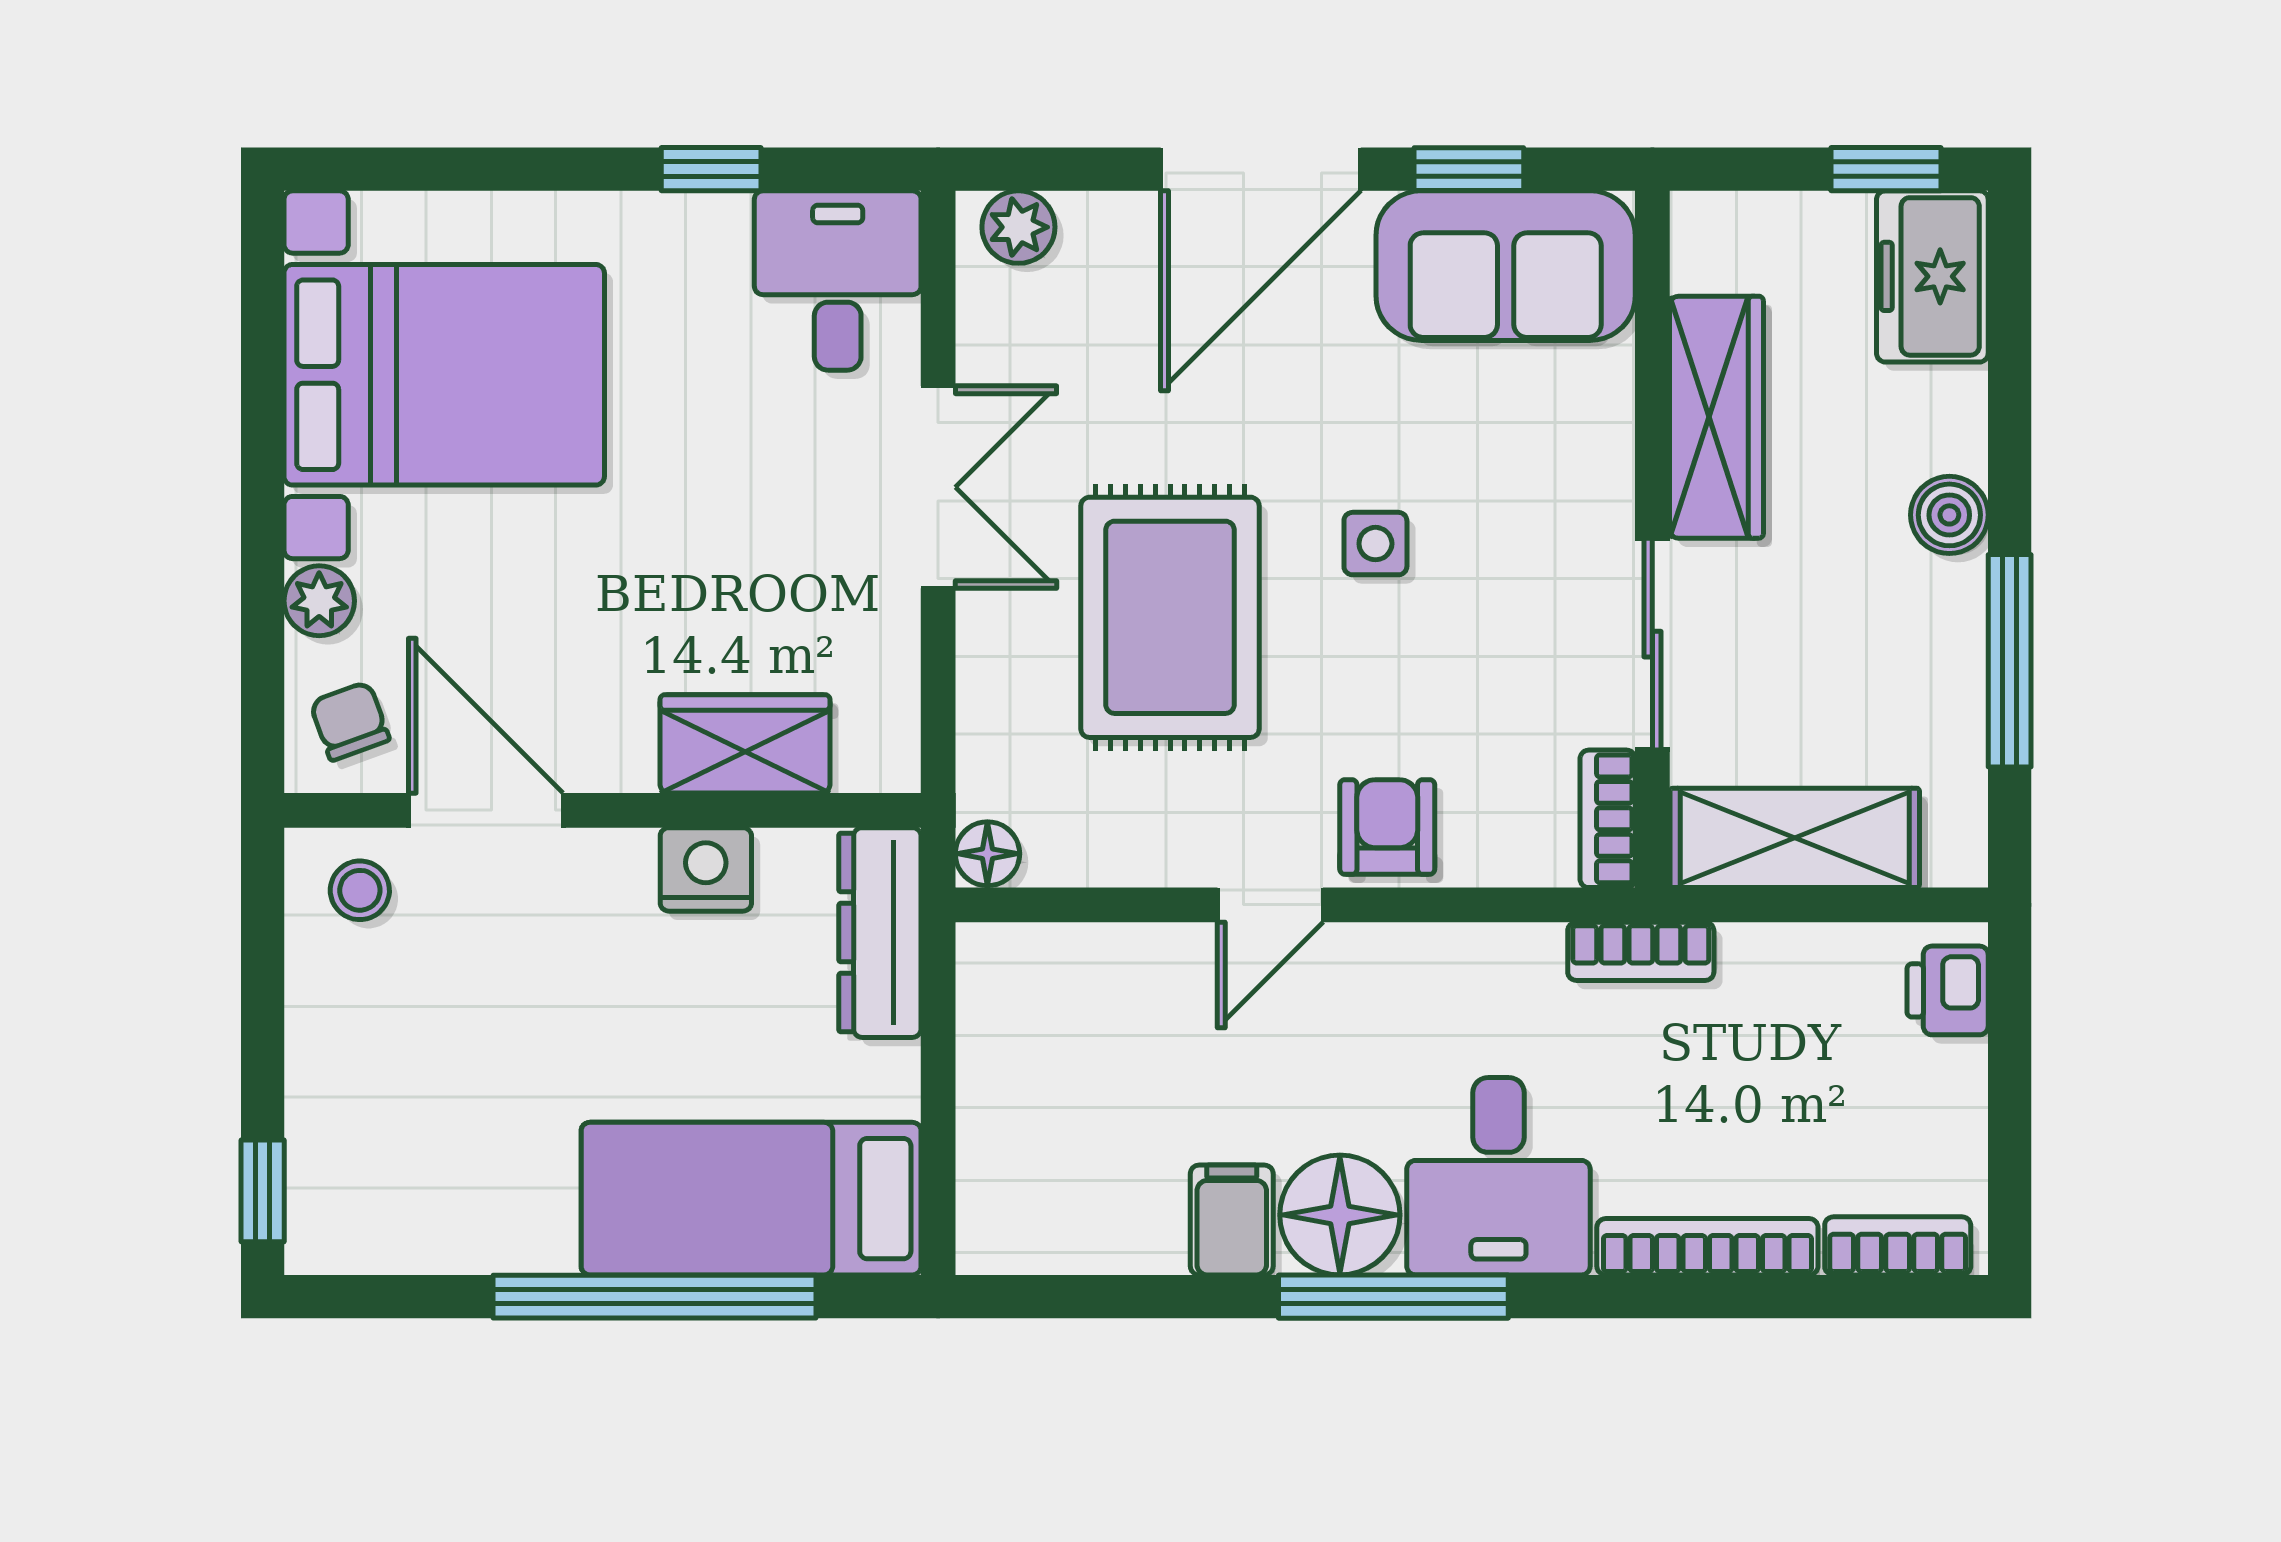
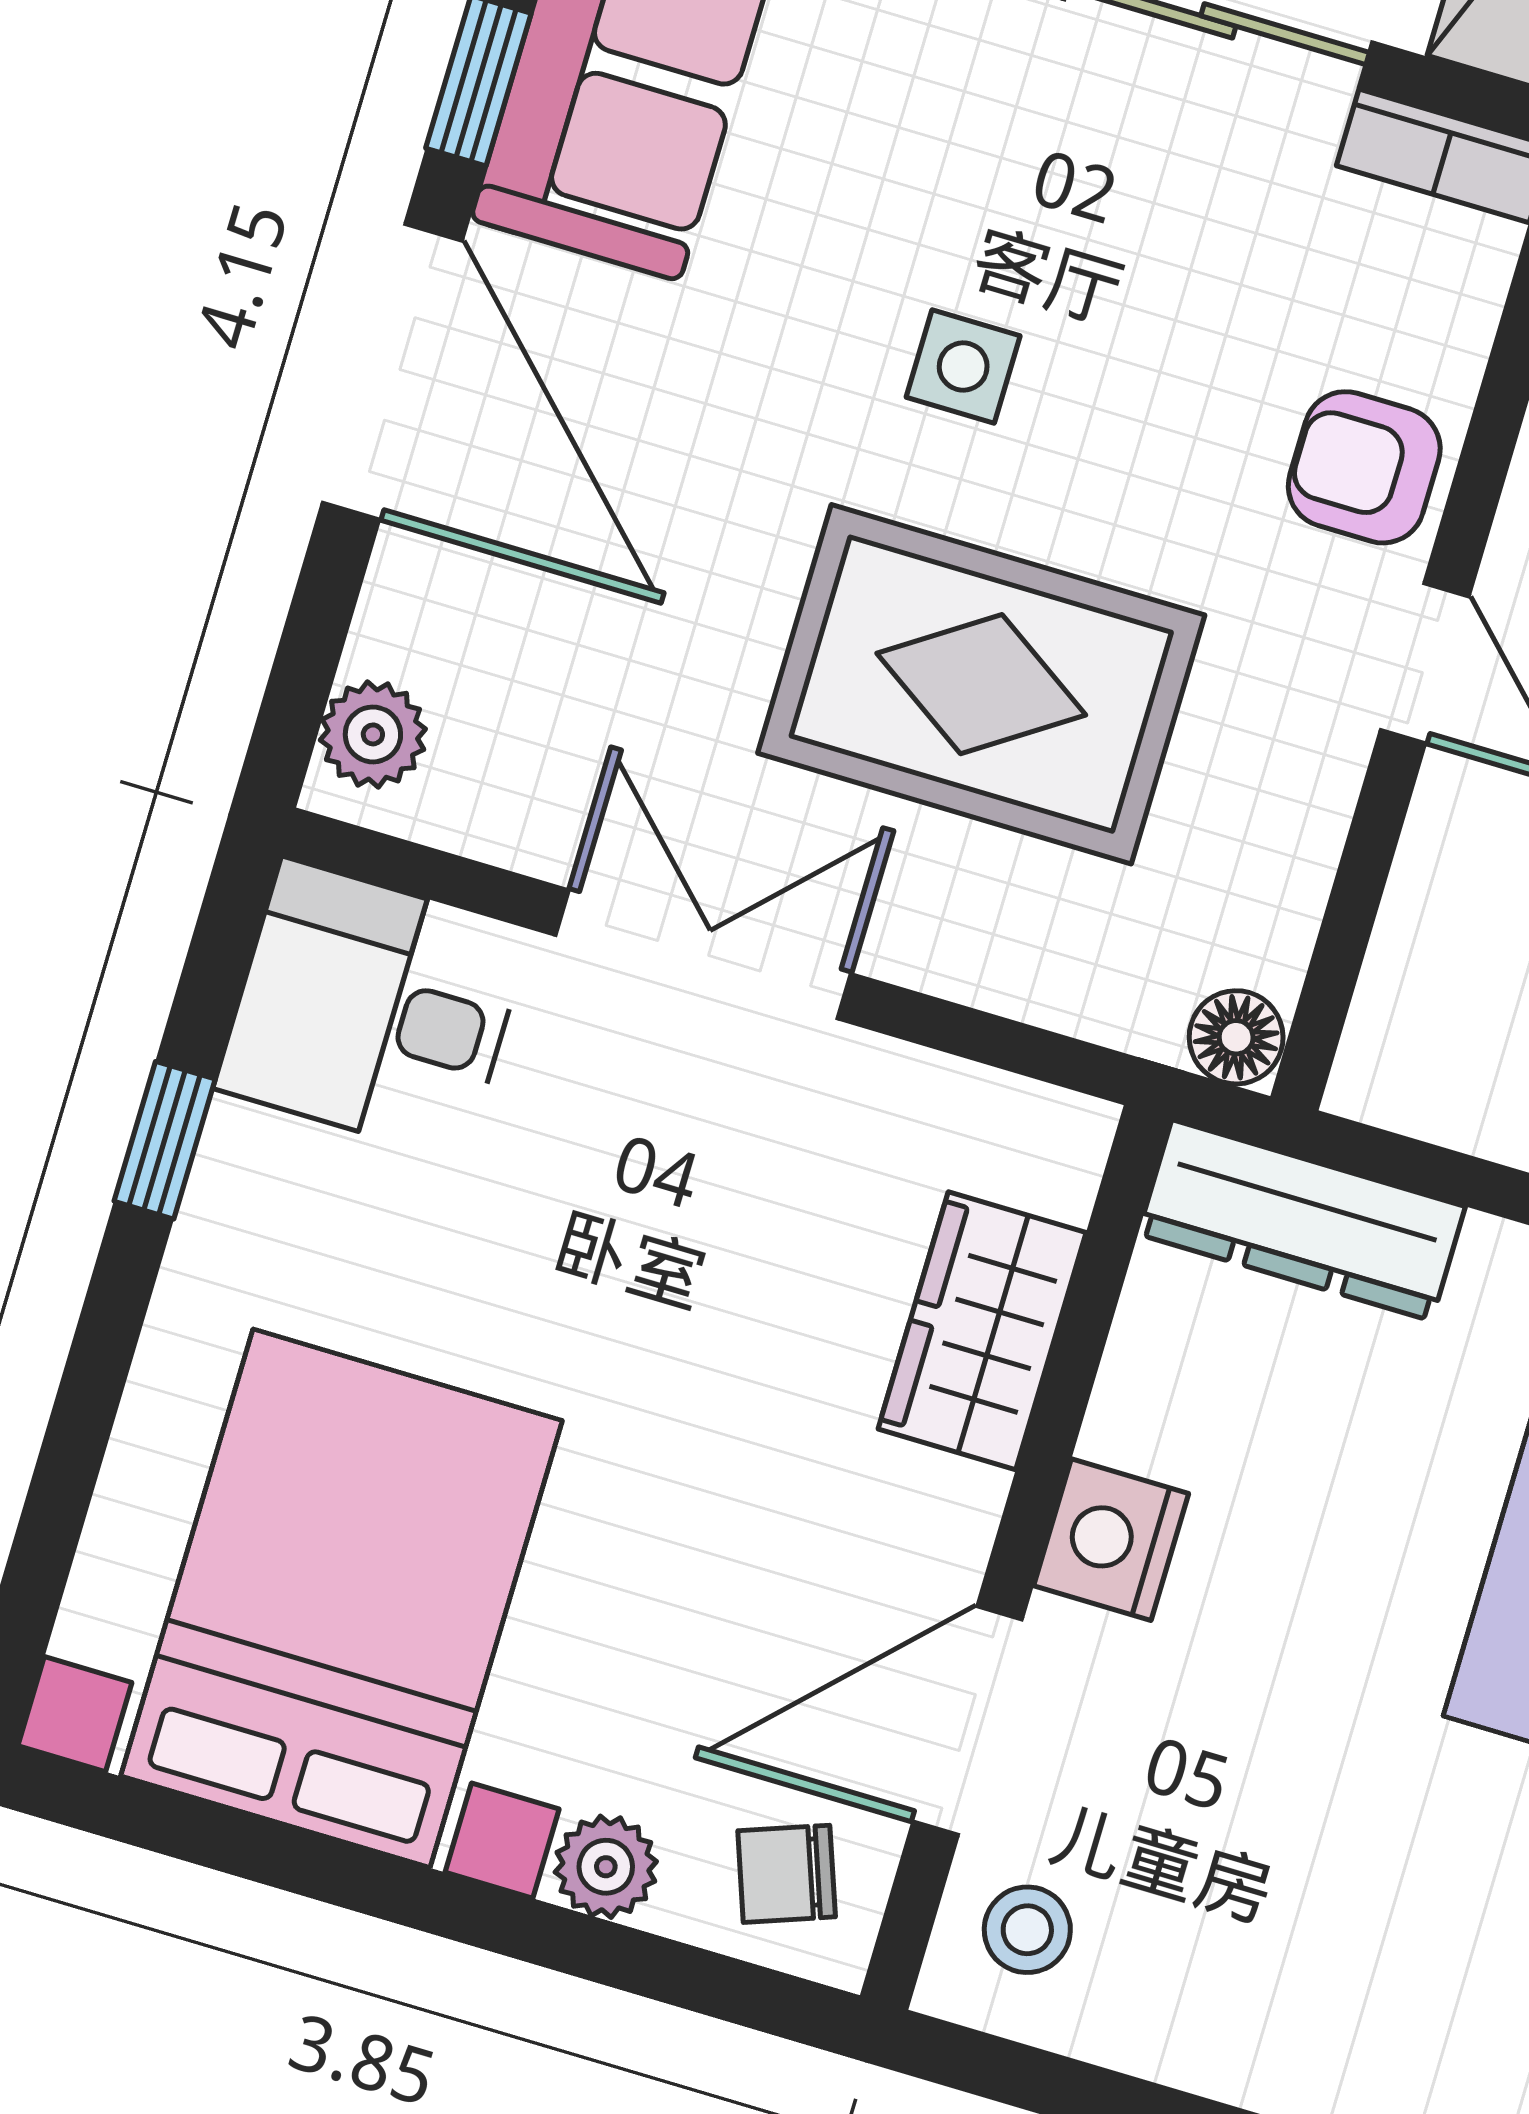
nightstand: (706, 869) -> (1111, 1540), moved

